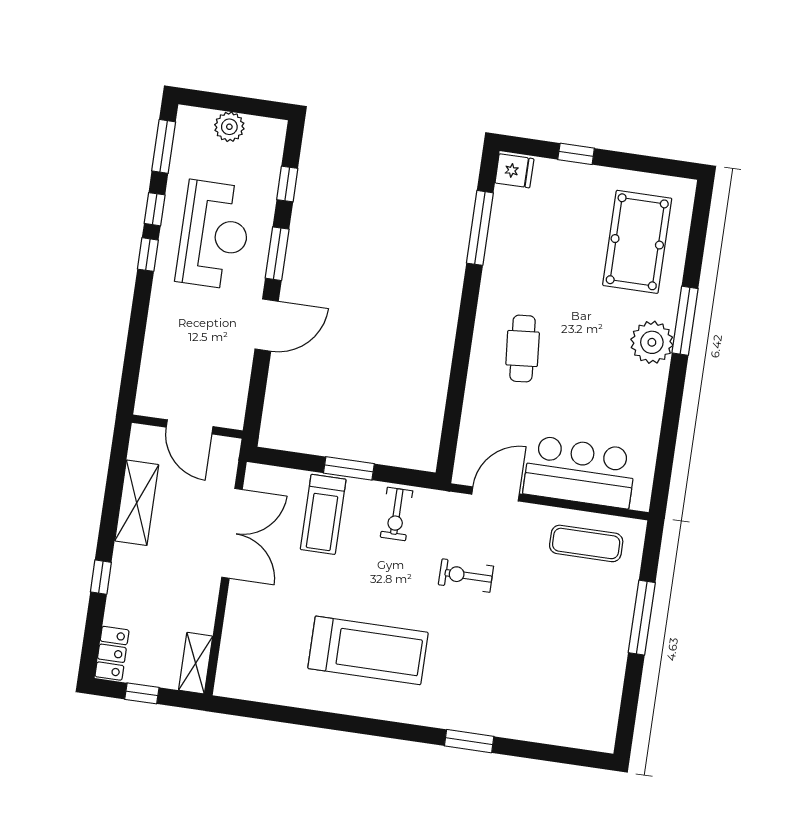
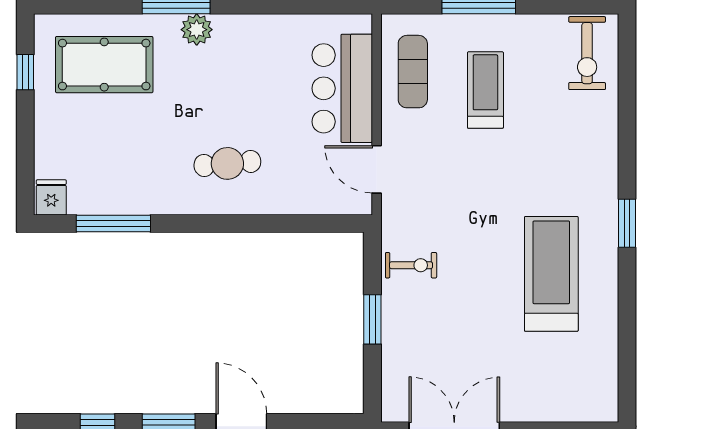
window: (576, 154) -> (25, 72), moved
plant: (652, 342) -> (197, 30), width x0.73, depth x0.73
treadmill: (323, 514) -> (485, 90), moved, turned -90
exercise bike: (466, 576) -> (587, 53), moved, width x1.38, depth x1.39
window: (469, 741) -> (627, 223), moved

